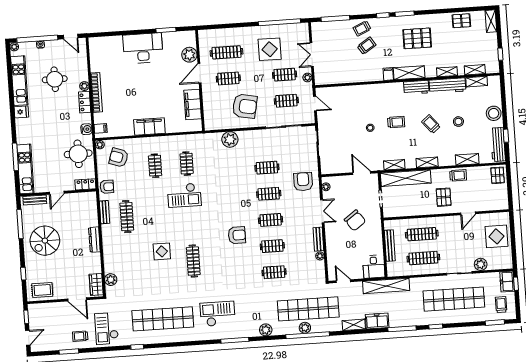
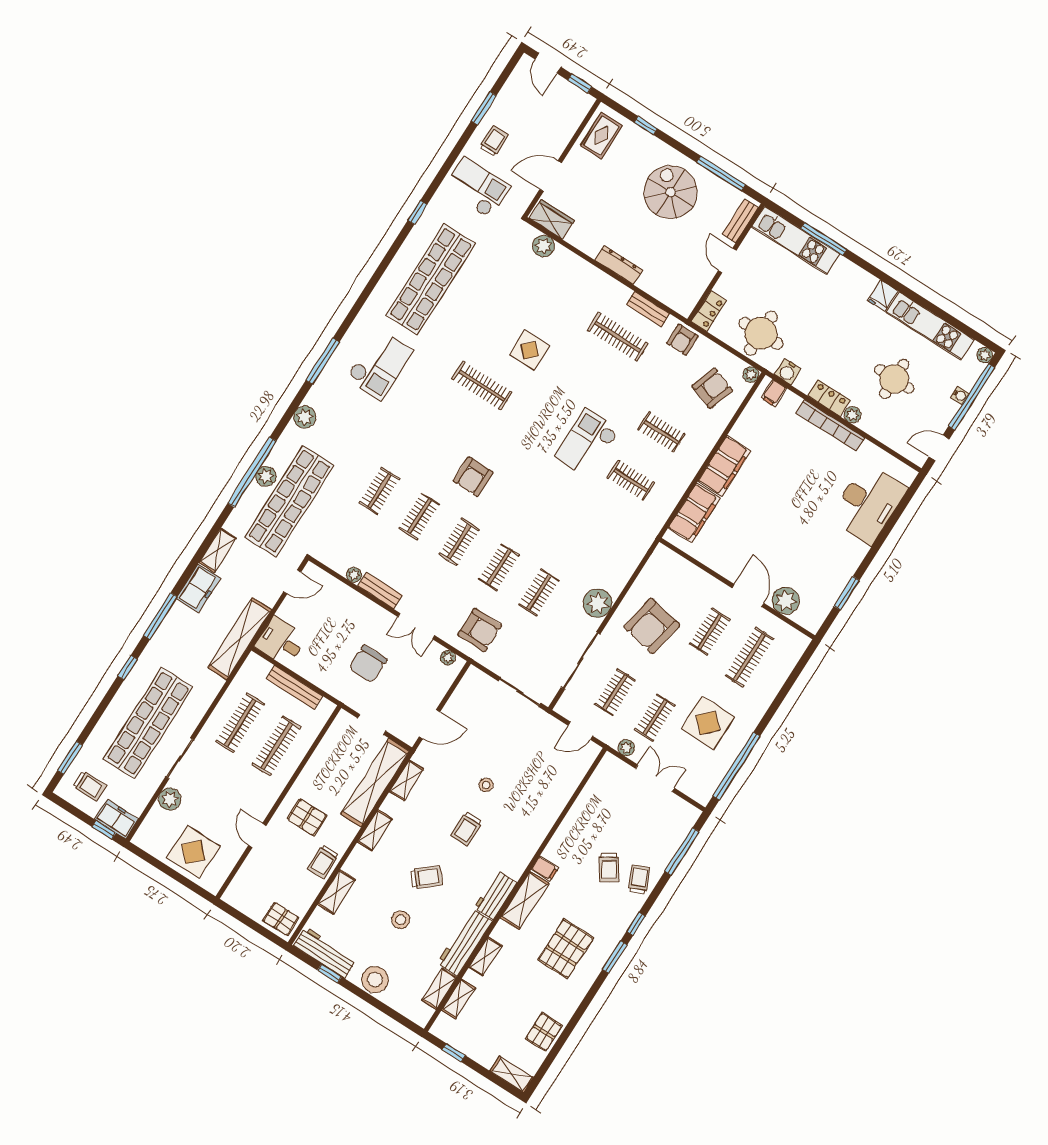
desk: (143, 48) -> (868, 503), moved
filing cabinet: (193, 104) -> (694, 513), moved, turned 90
plant: (230, 139) -> (598, 603), moved
chair: (355, 220) -> (368, 664), turned -54

